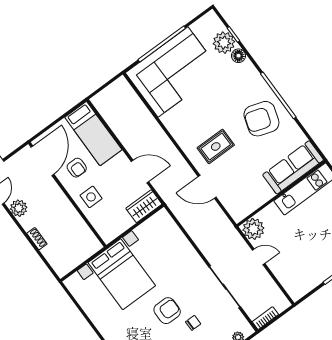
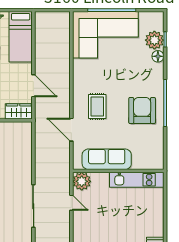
armchair: (261, 119) -> (142, 111), turned 72
rug: (216, 146) -> (97, 107), turned 90
sofa: (293, 167) -> (107, 159), moved

